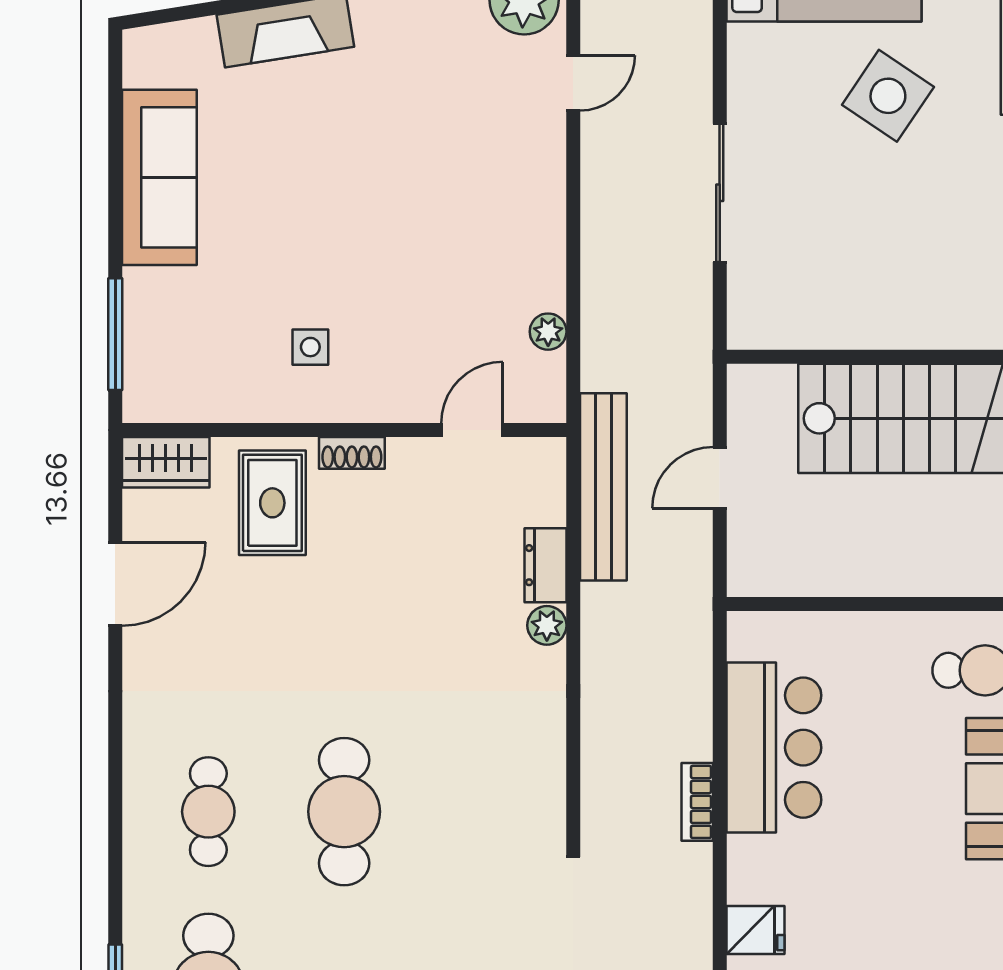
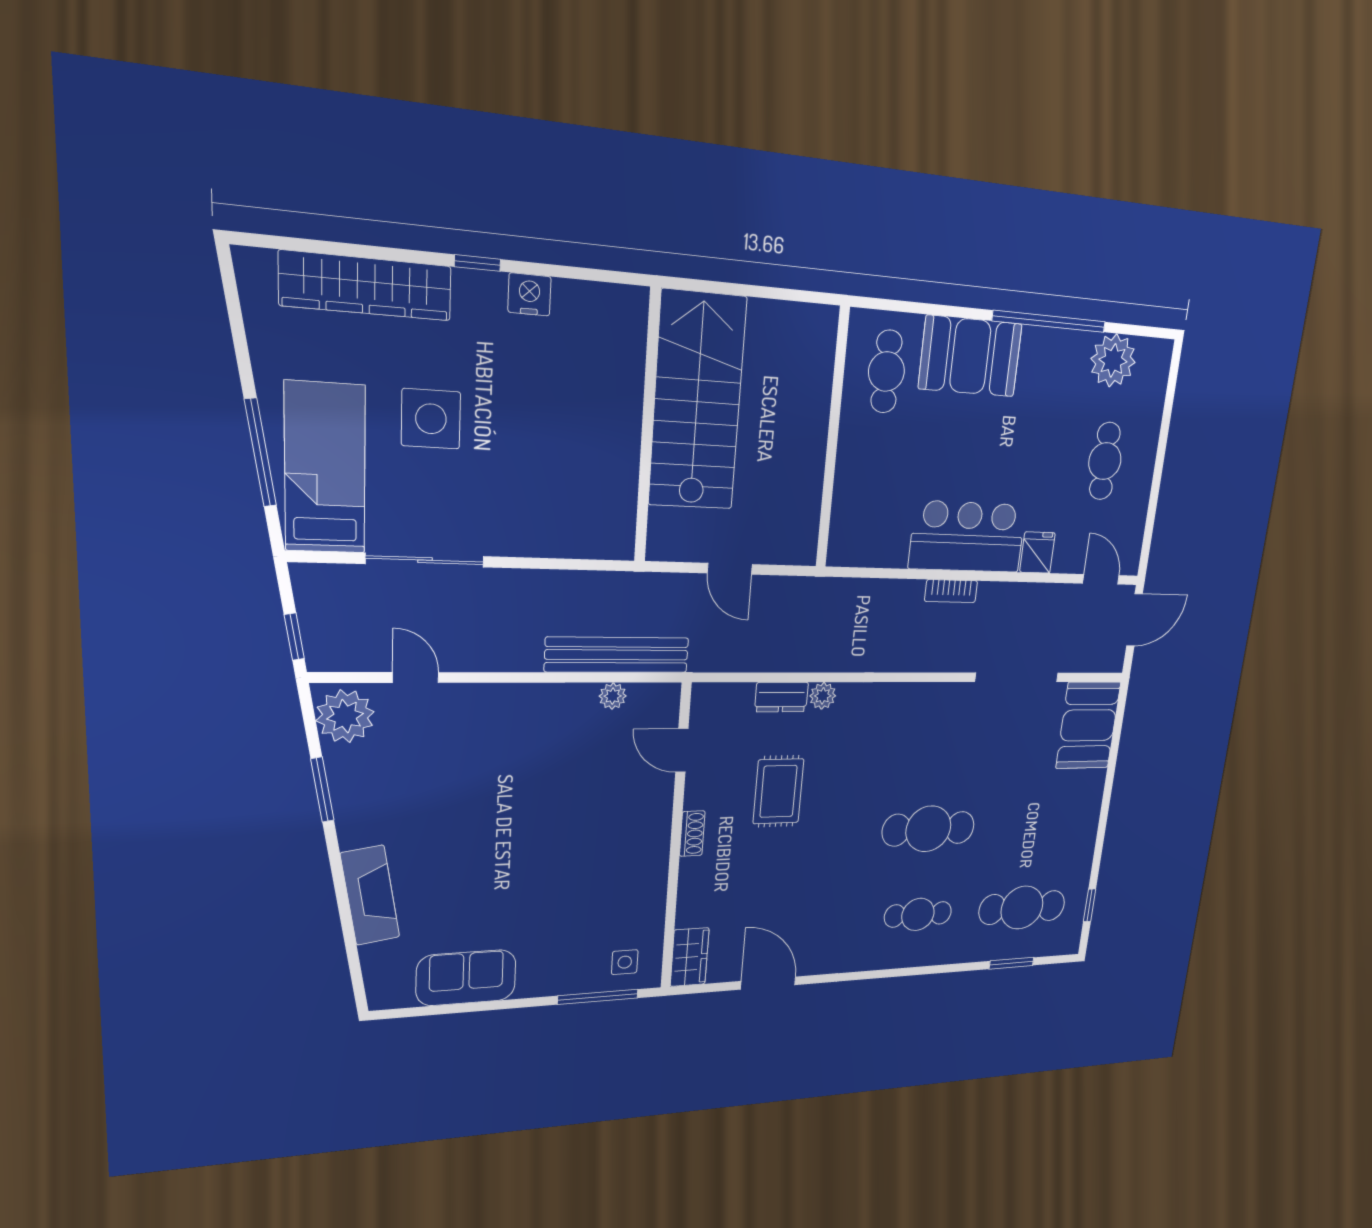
side table: (888, 96) -> (431, 419), turned -34
sofa: (159, 177) -> (466, 978), width x0.73
sliding door: (720, 193) -> (425, 560), moved
side table: (310, 347) -> (625, 962), moved
bench: (603, 487) -> (617, 655), moved
rug: (272, 503) -> (778, 791), moved, turned 90
bar counter: (774, 748) -> (967, 537), moved

